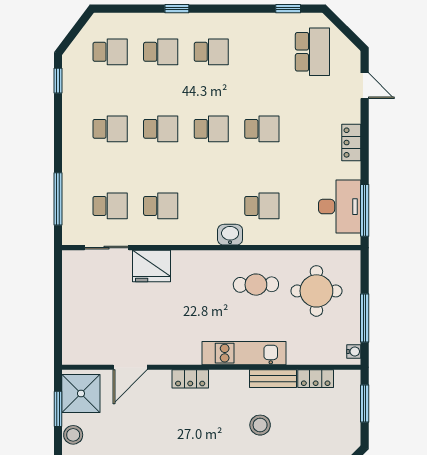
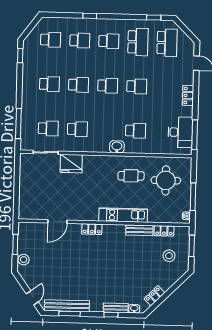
school desk: (262, 52) -> (138, 42), added
shower: (81, 394) -> (29, 236), removed
stool: (260, 425) -> (169, 256), moved

